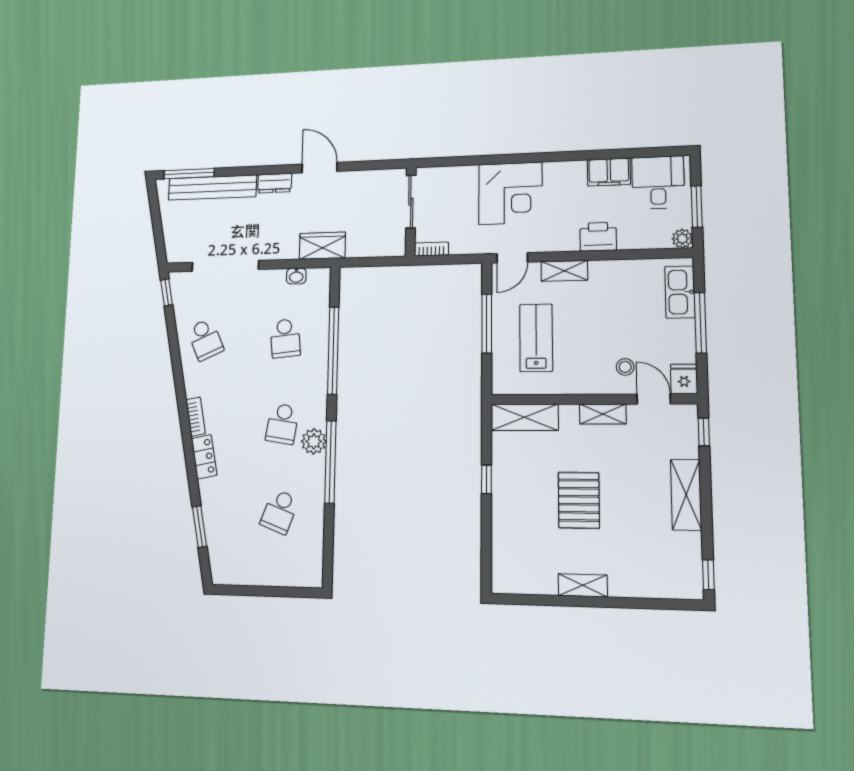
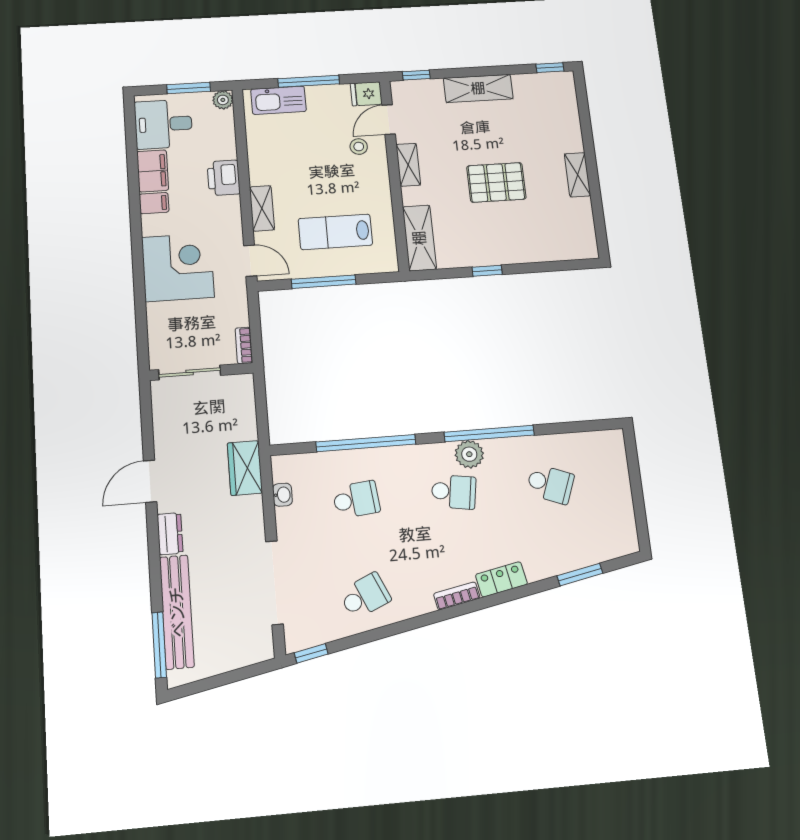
filing cabinet: (576, 173) -> (154, 203), added

